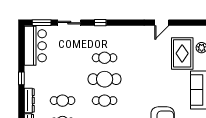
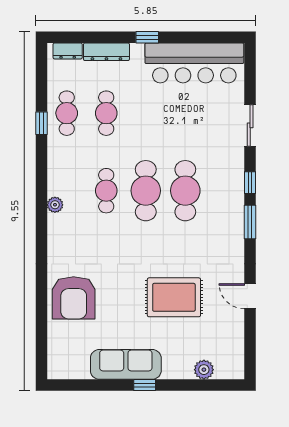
window: (42, 23) -> (250, 222), moved
bar counter: (35, 46) -> (194, 63), width x1.36
rug: (182, 53) -> (174, 297), moved
cafe table: (105, 58) -> (185, 191), width x1.37, depth x1.35

